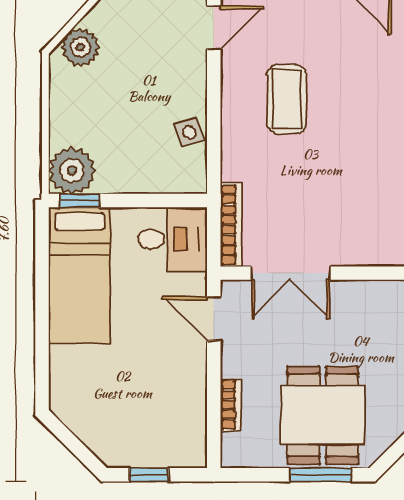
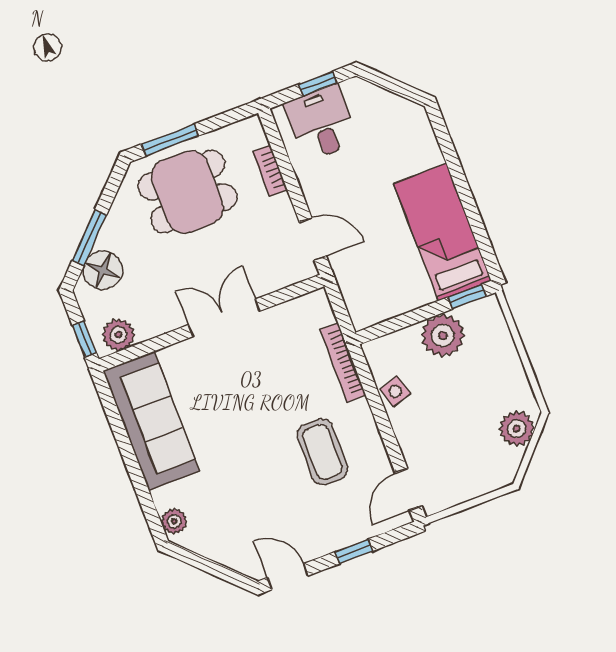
plant: (72, 170) -> (443, 335), moved
bookcase: (231, 225) -> (343, 362), moved
desk: (173, 239) -> (322, 123), moved, turned 90
double door: (290, 273) -> (224, 318), moved
dining table: (323, 415) -> (188, 192), turned 90

